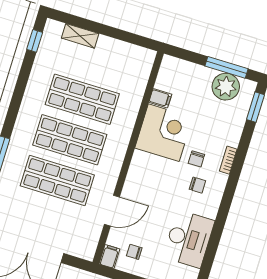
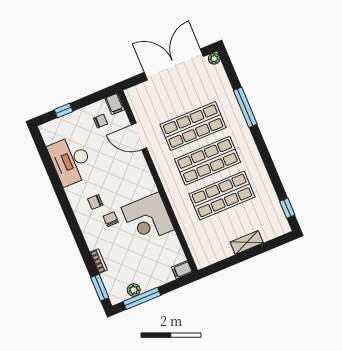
shelving: (80, 36) -> (247, 242), moved
plant: (226, 87) -> (134, 290), width x0.53, depth x0.53
filing cabinet: (160, 98) -> (182, 270), moved
bookcase: (228, 160) -> (99, 261), moved
door: (112, 211) -> (139, 136), hinge flipped

